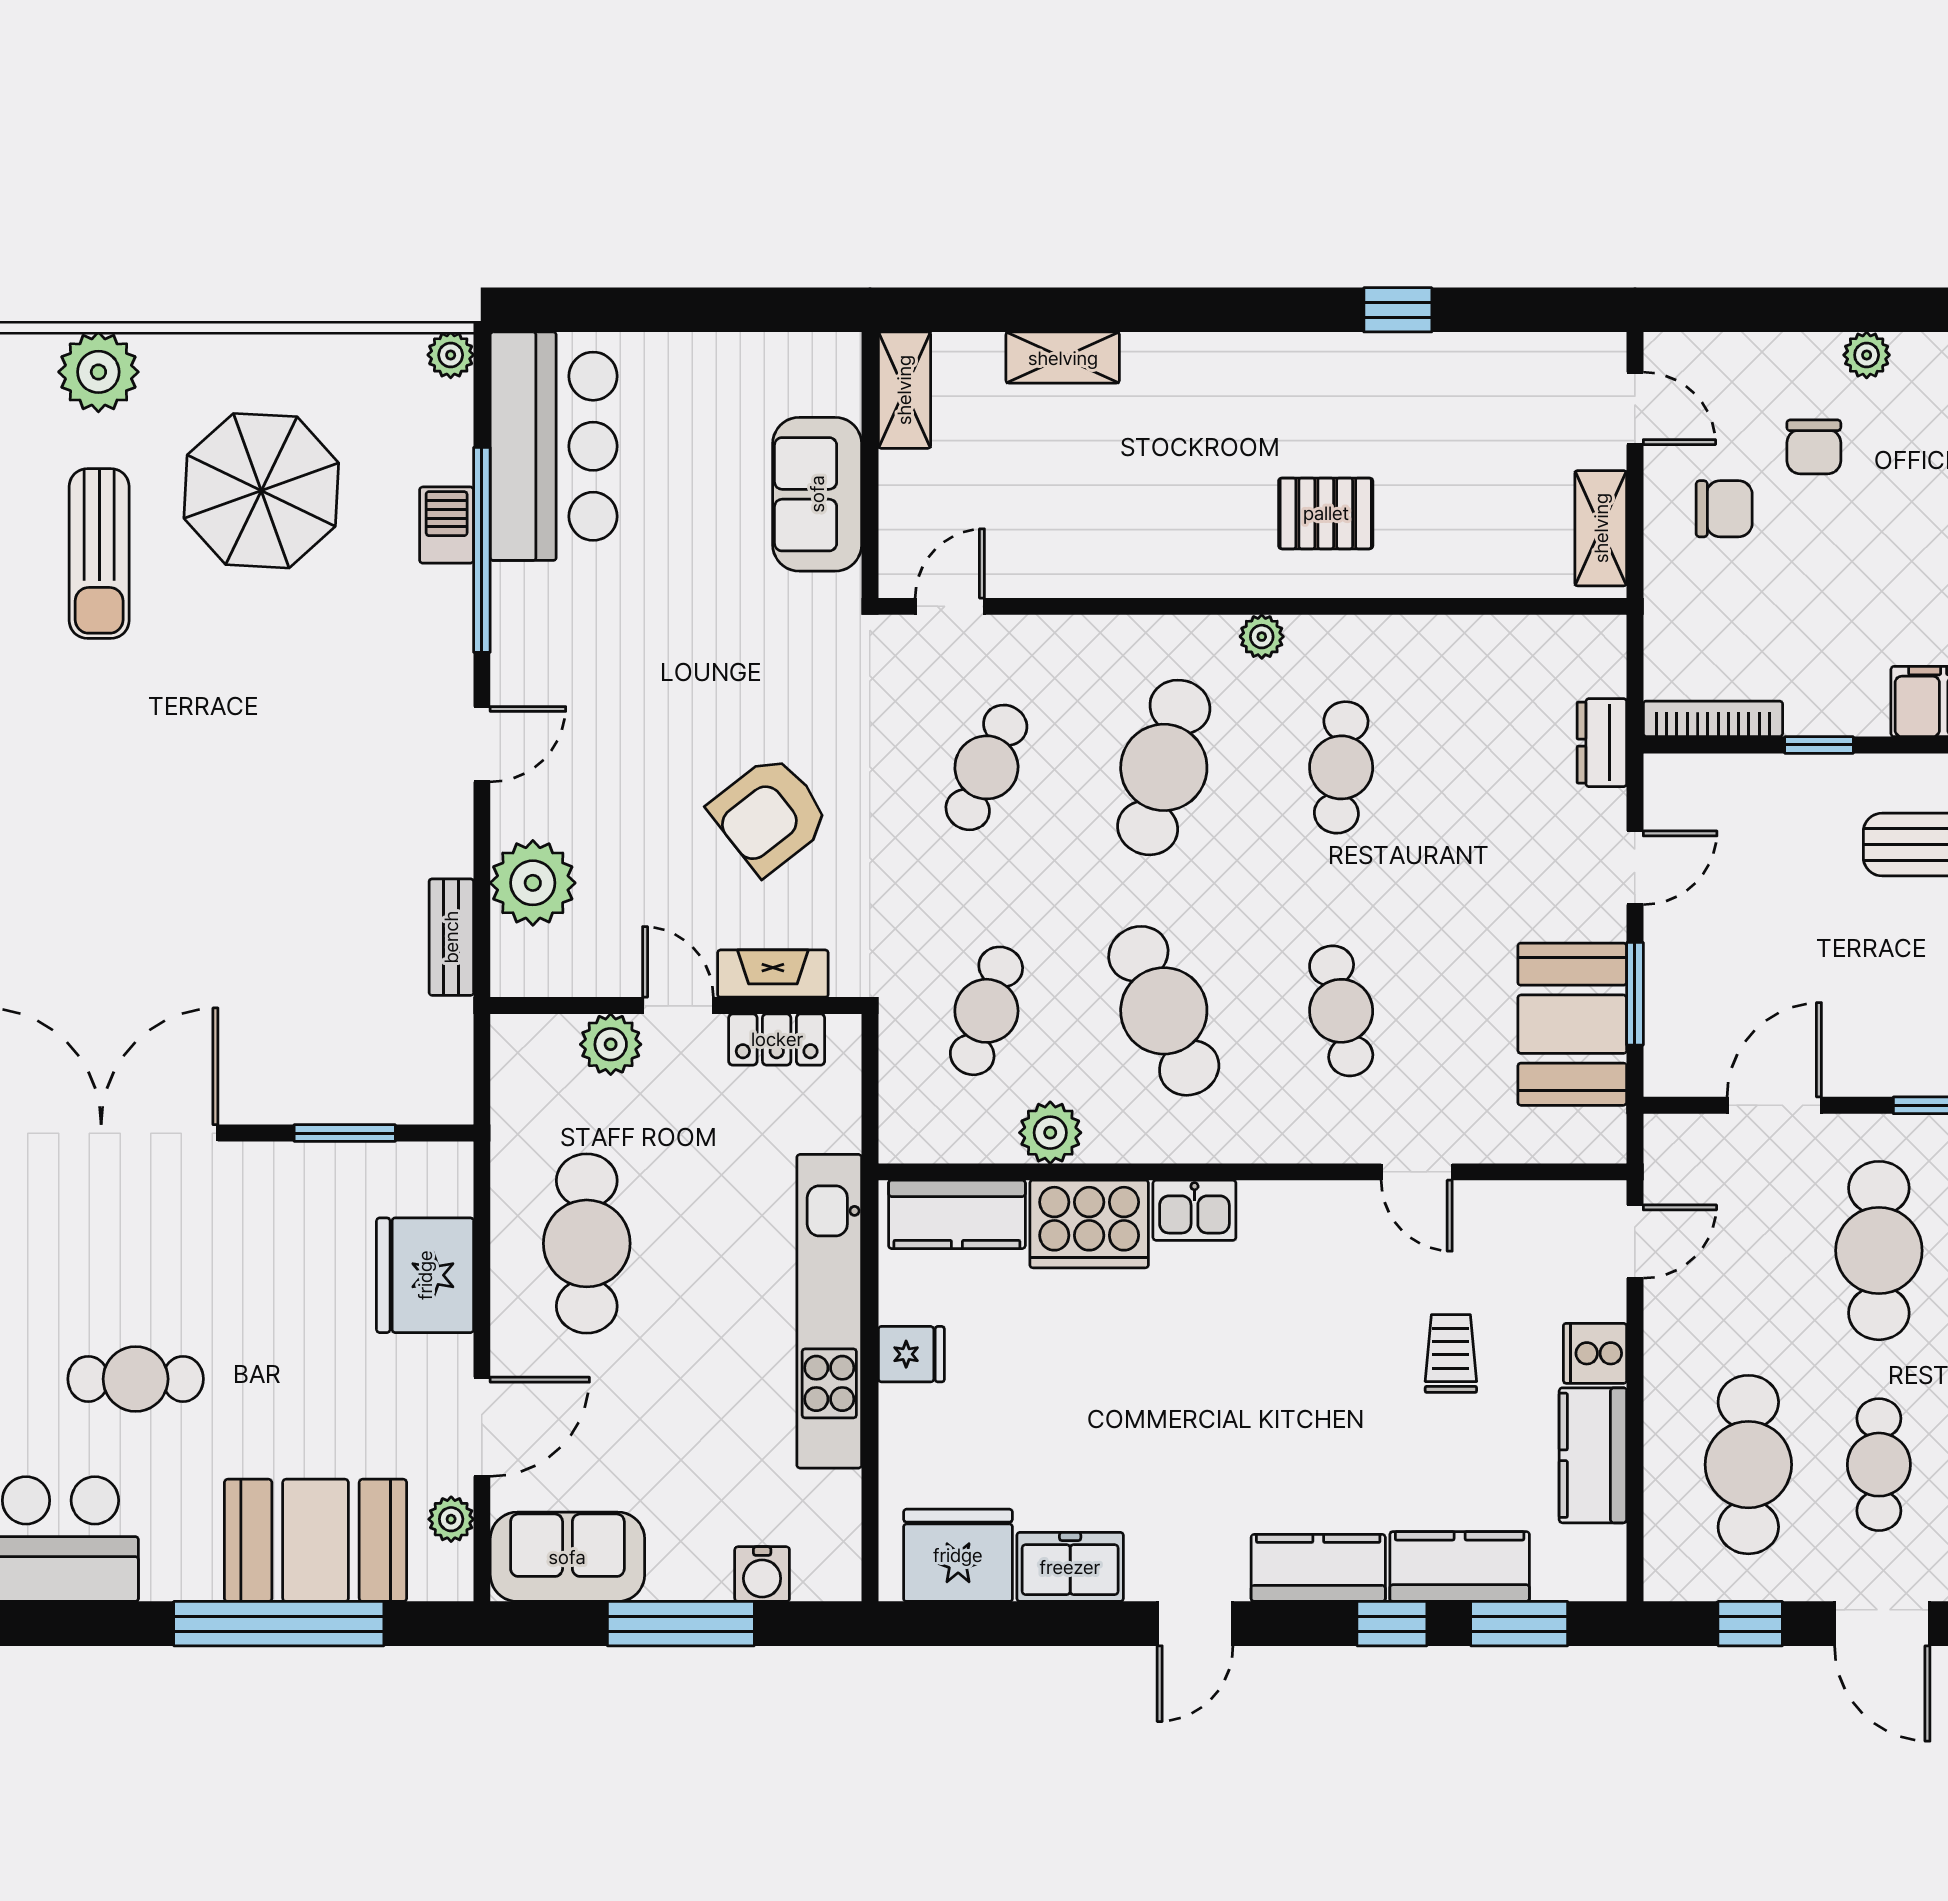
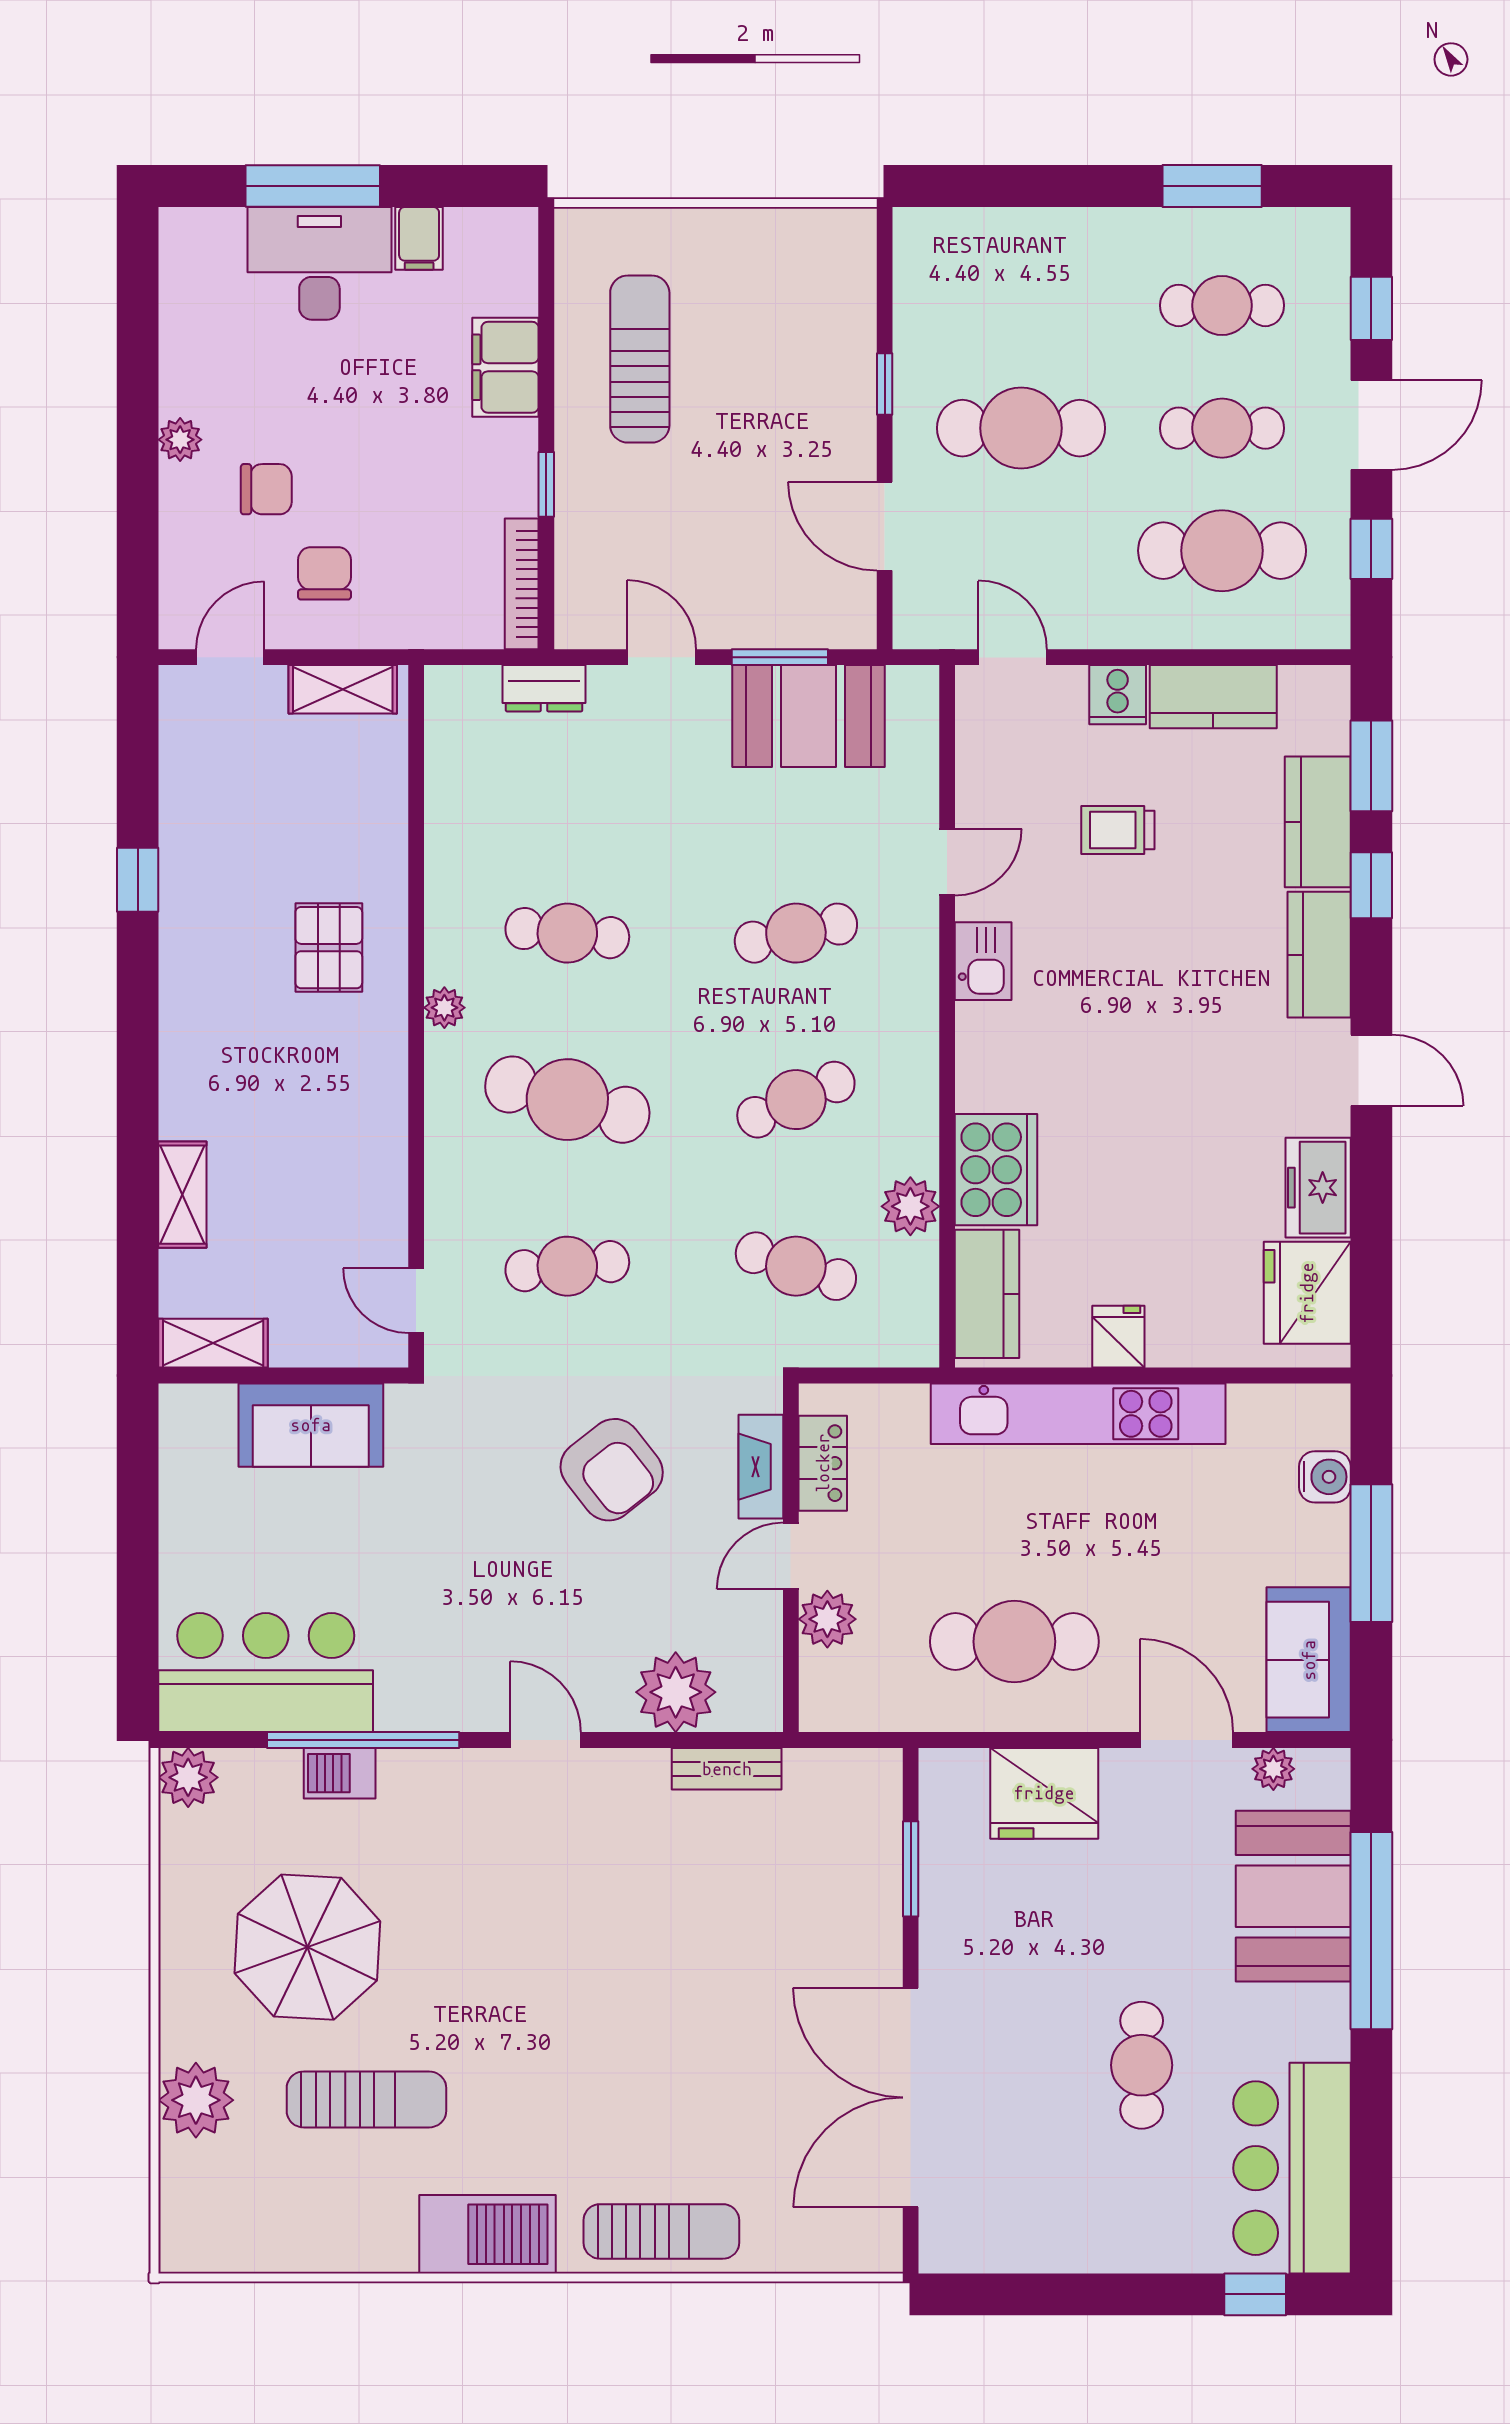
plant: (451, 355) -> (188, 1777), width x1.38, depth x1.38
cafe table: (986, 767) -> (567, 1266), turned -30
cafe table: (1164, 1011) -> (796, 1100), width x0.73, depth x0.74
kitchen sink: (1194, 1210) -> (983, 961), moved

